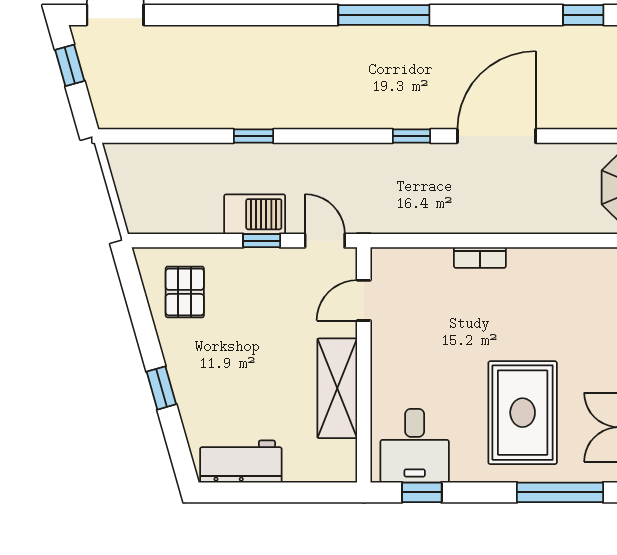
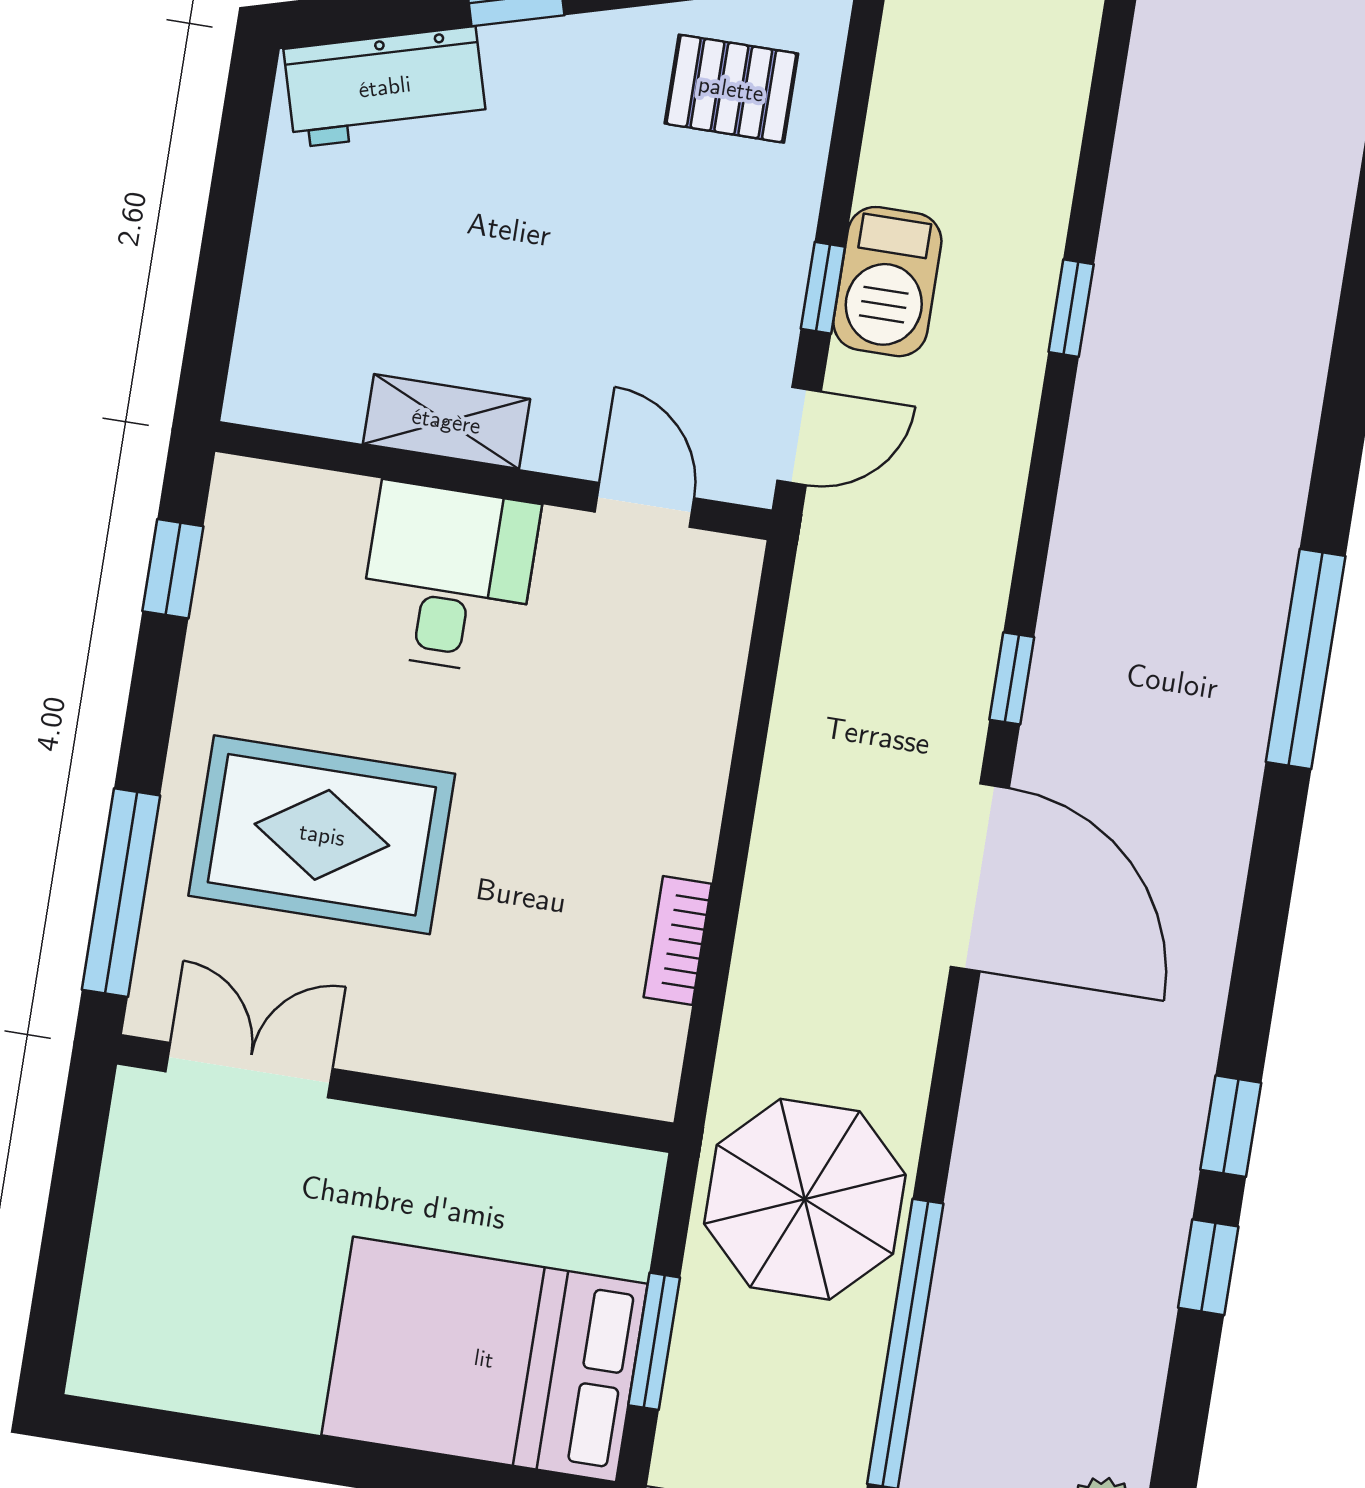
bookcase: (480, 258) -> (678, 940), moved
shelving: (337, 388) -> (446, 421), width x0.67, depth x0.75
desk: (415, 446) -> (448, 578), moved, turned 90
workbench: (241, 461) -> (385, 87), moved, turned 74

